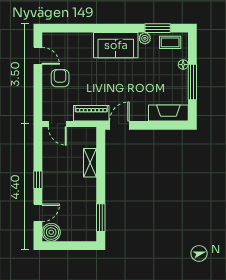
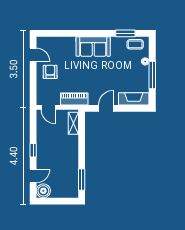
plant: (145, 38) -> (116, 41), removed
door: (119, 125) -> (106, 108), moved
shelving: (90, 163) -> (73, 123), moved

